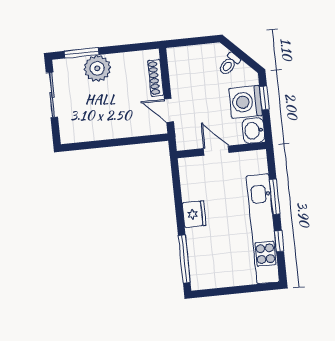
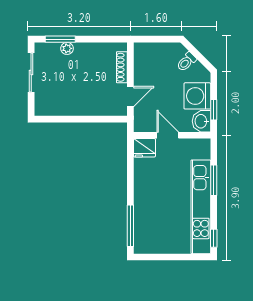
plant: (97, 68) -> (67, 48), width x0.53, depth x0.53
window: (264, 98) -> (214, 110), moved
door: (169, 110) -> (130, 96), swing flipped
fridge: (194, 214) -> (144, 148), moved, turned 90
window: (279, 241) -> (214, 238), moved

